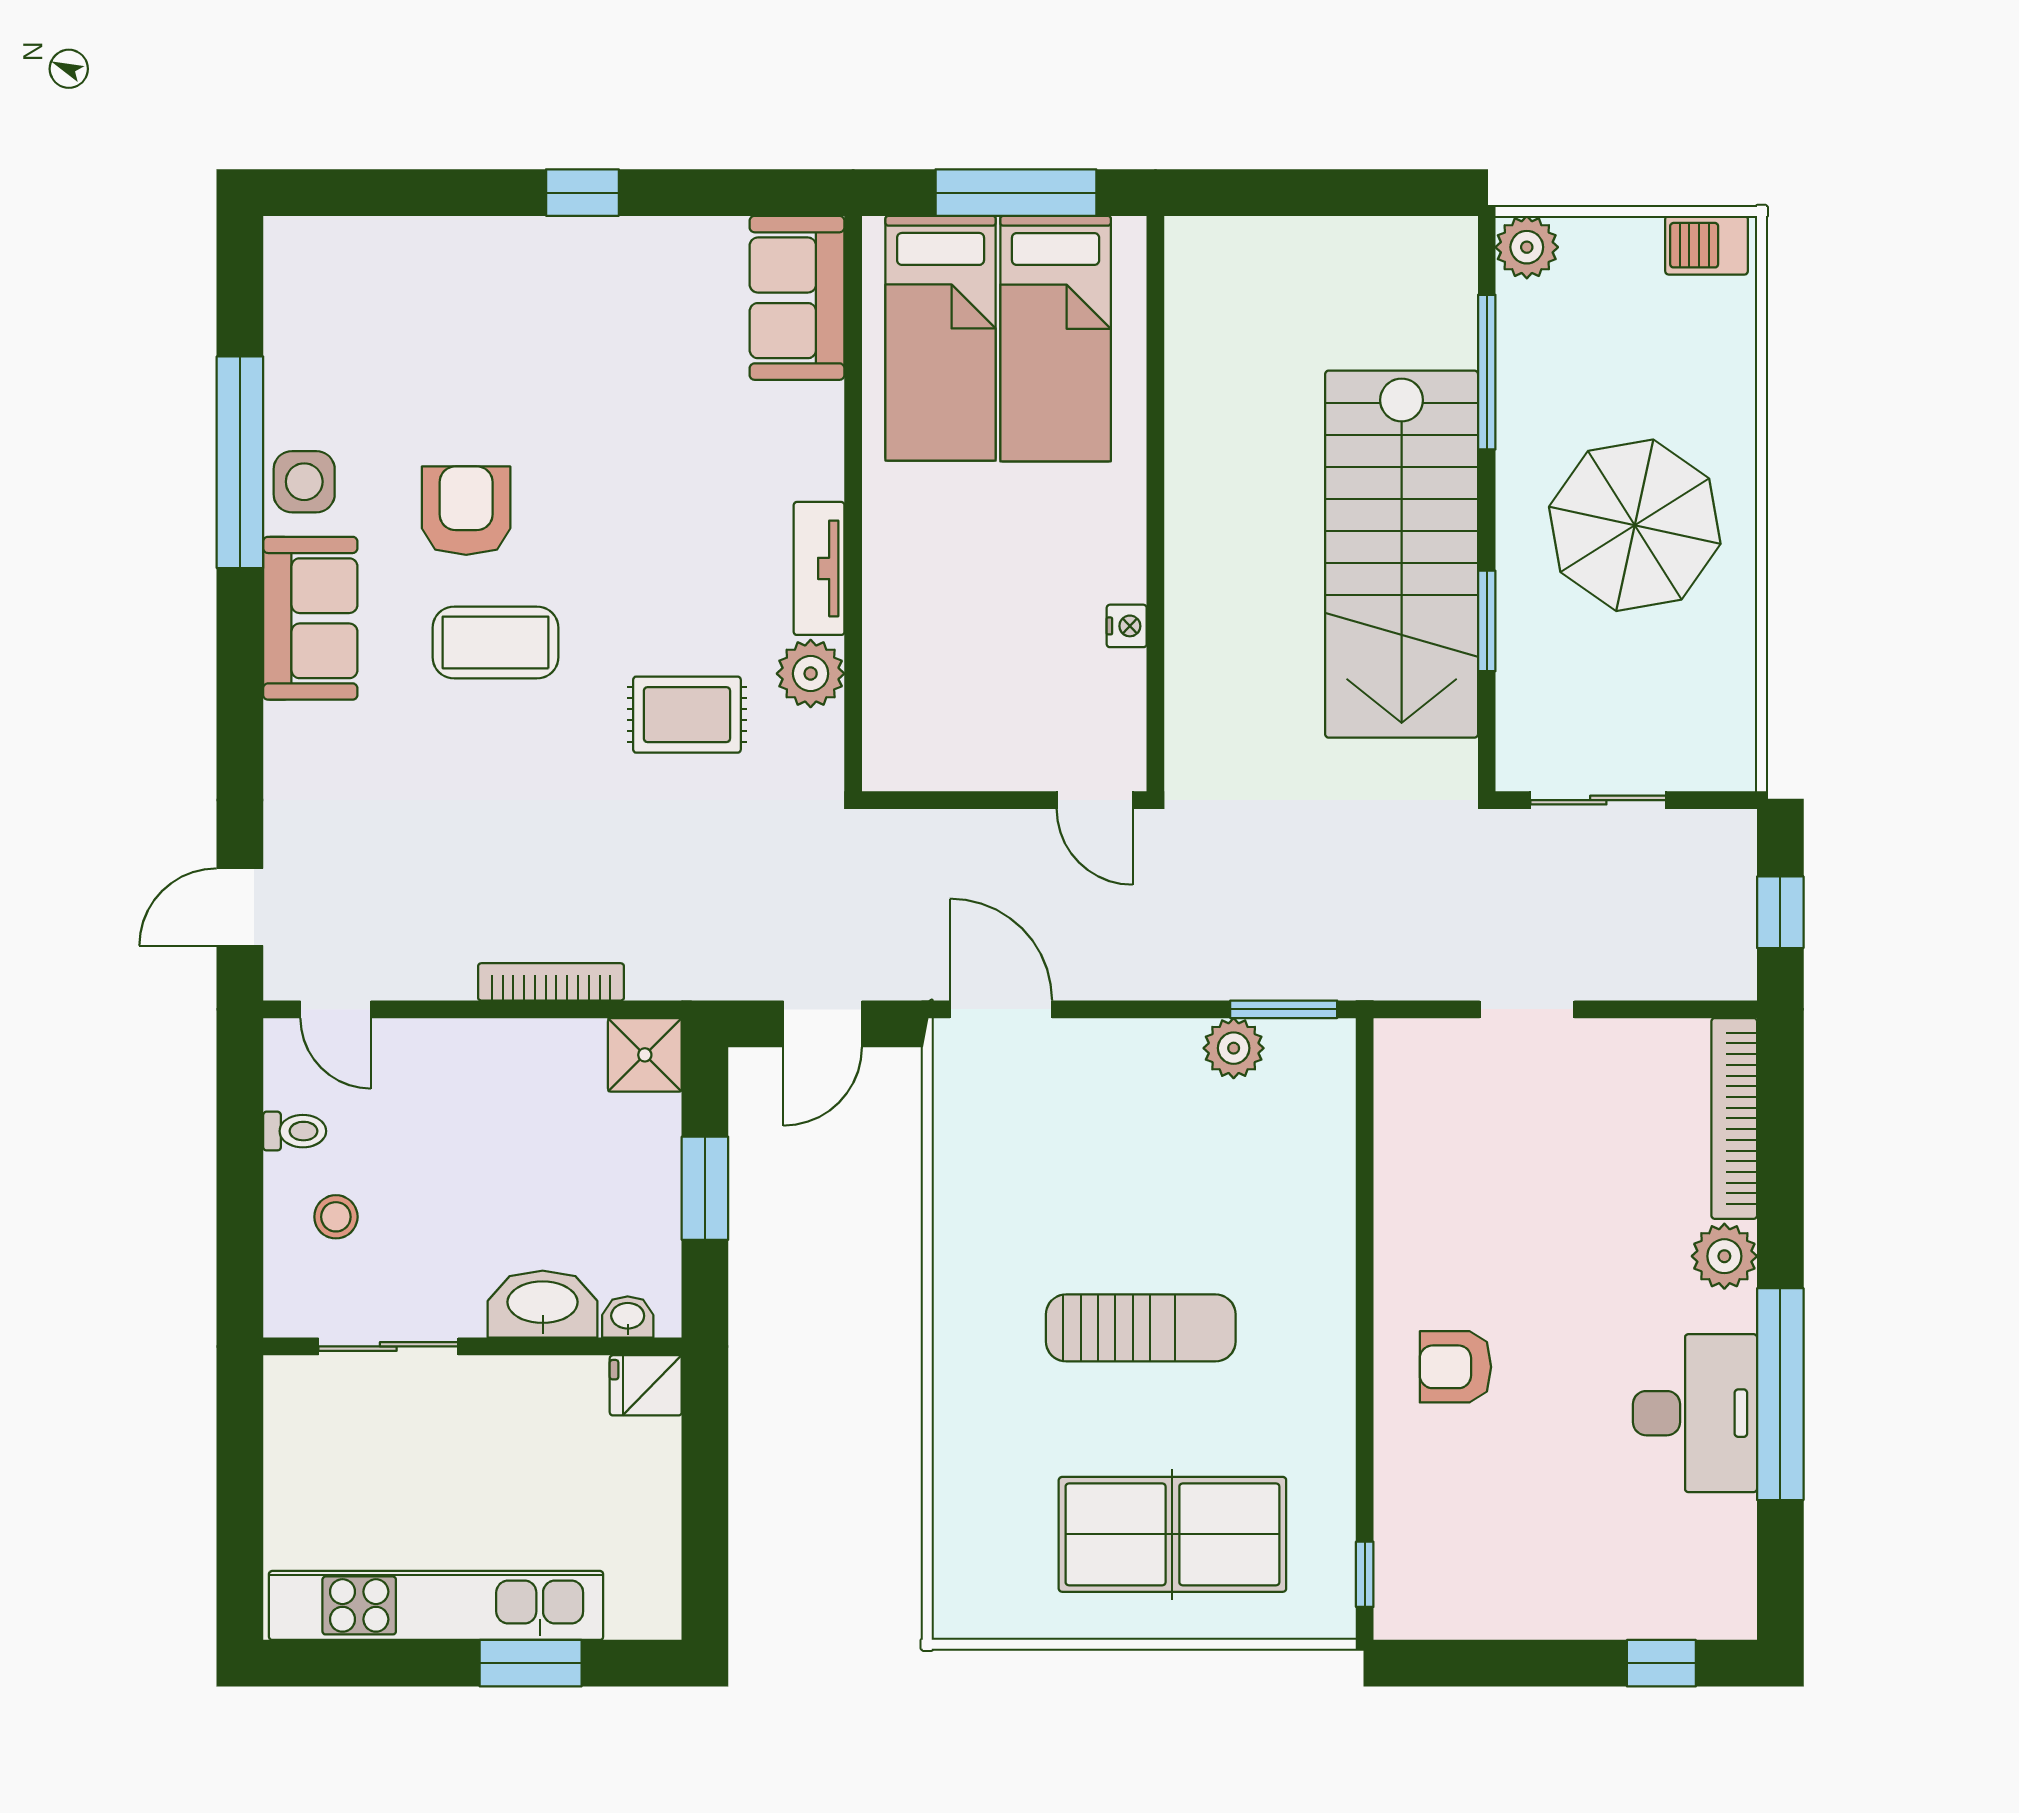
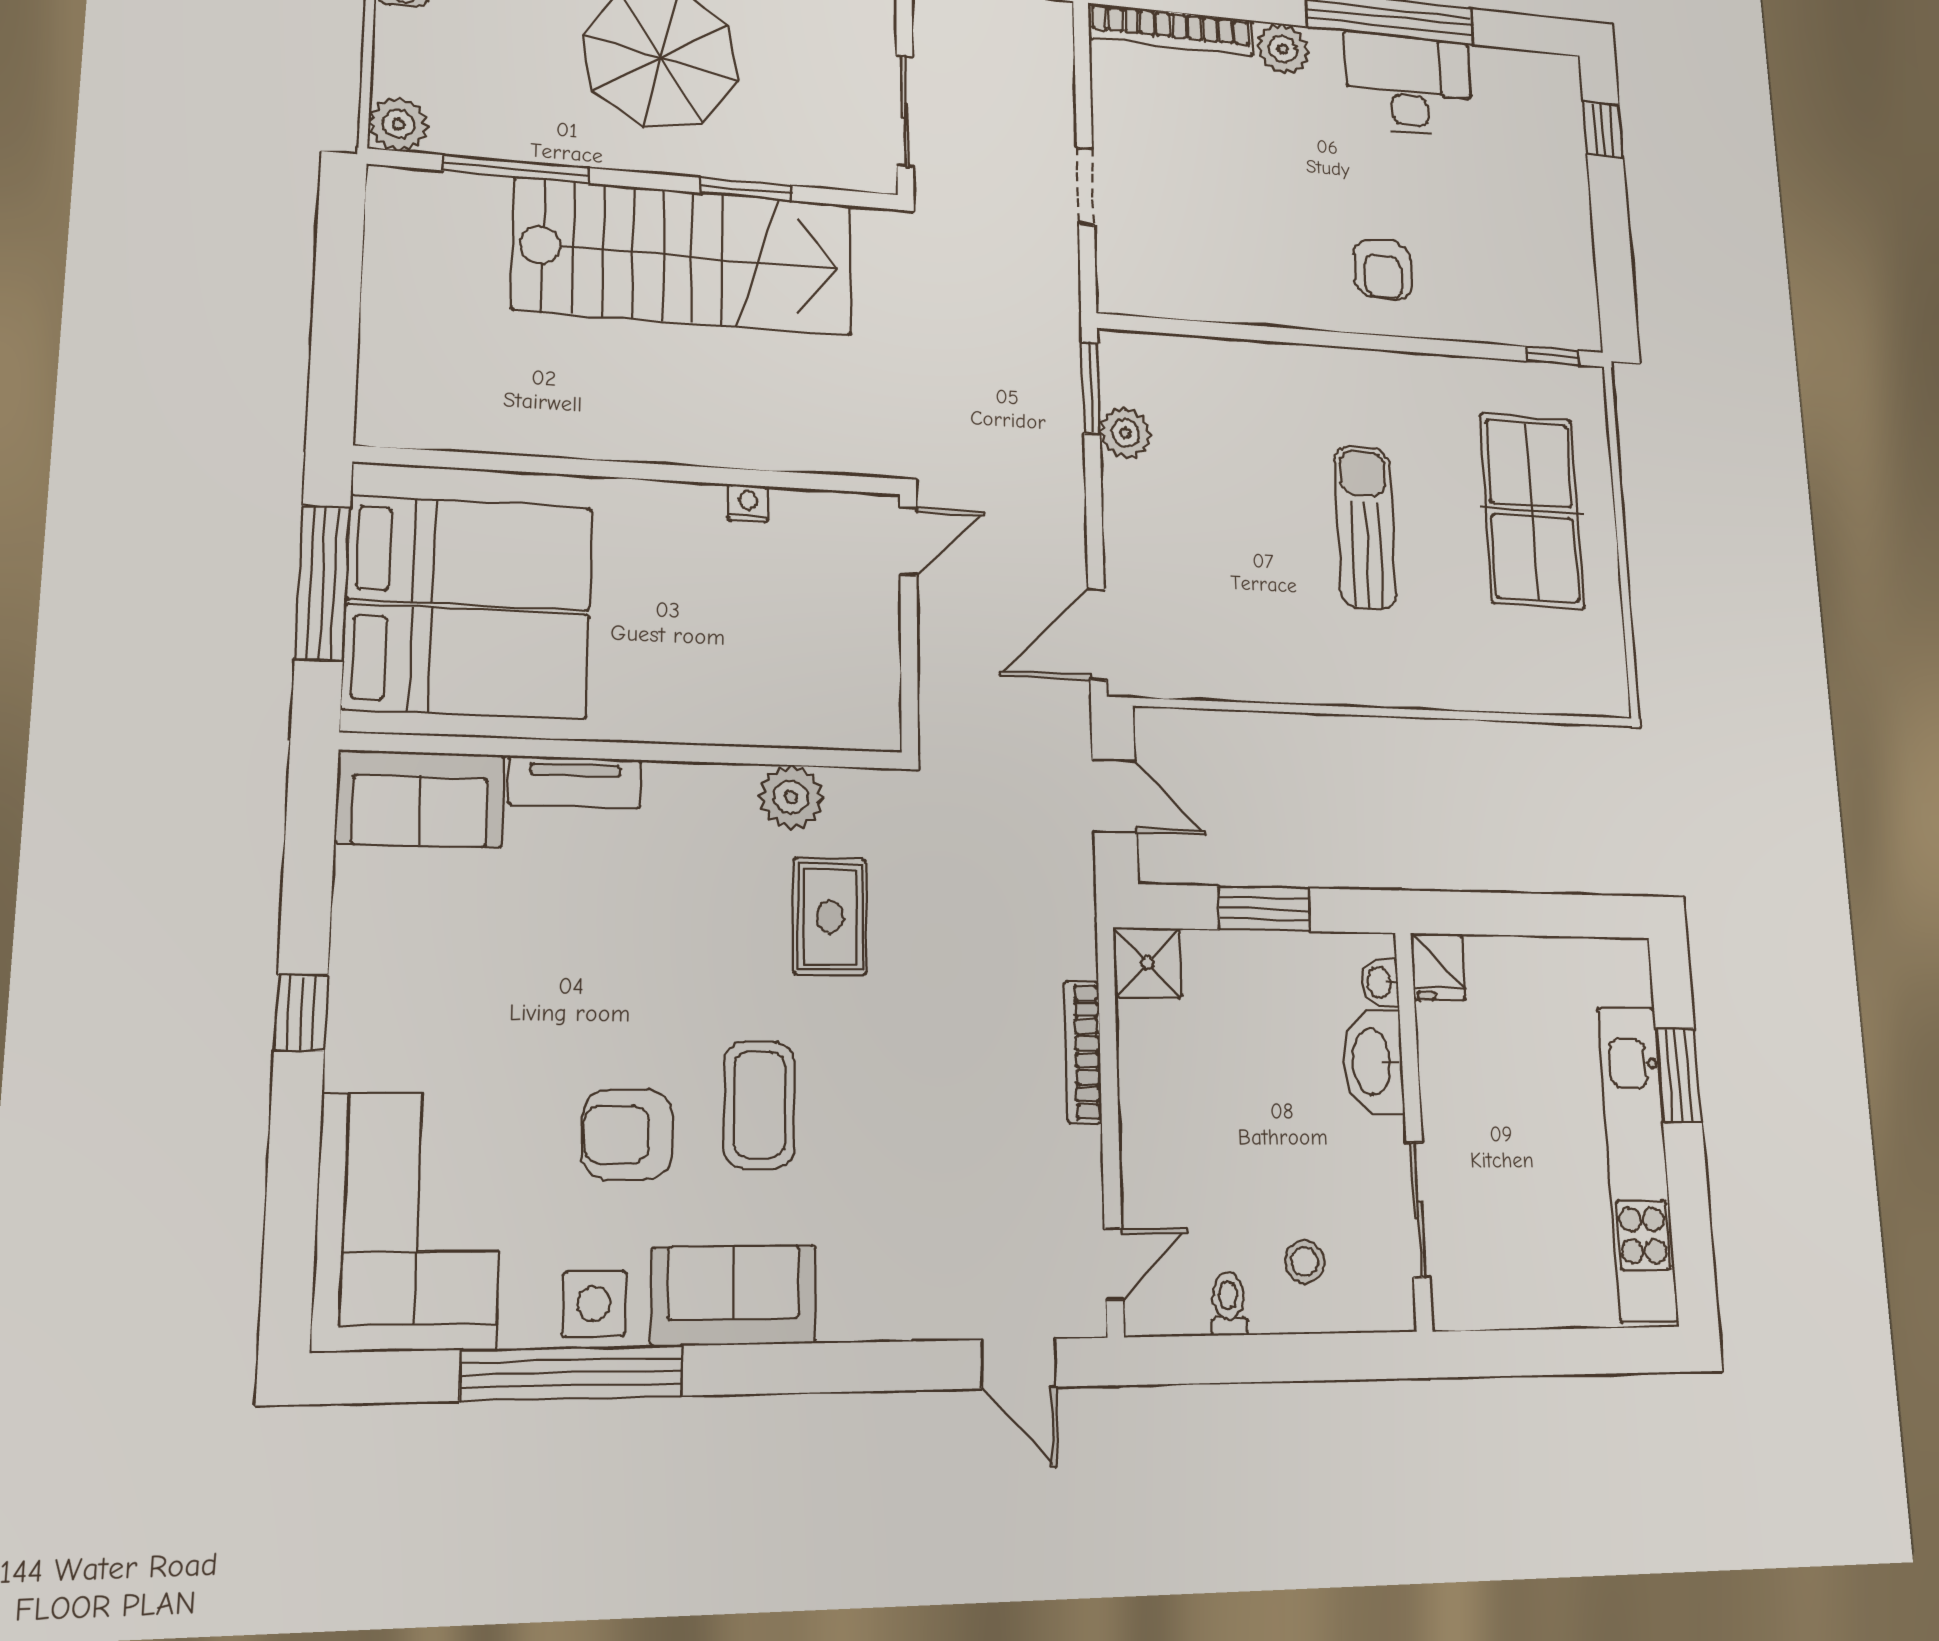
corner sofa: (384, 302) -> (408, 1221), added
tv unit: (819, 568) -> (575, 782), moved

